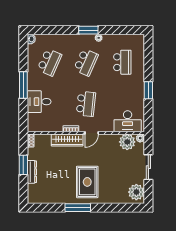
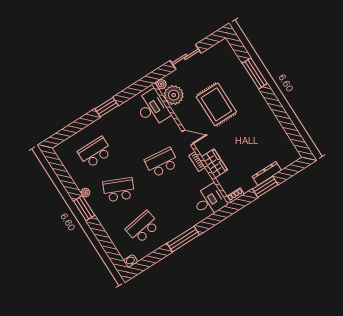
school desk: (49, 62) -> (143, 227), turned -33
desk: (39, 102) -> (210, 201), moved, turned -90
wardrobe: (67, 140) -> (214, 163), width x0.67
rug: (87, 182) -> (216, 104), moved, turned 90
plant: (136, 192) -> (219, 53), removed
window: (78, 208) -> (255, 73), moved

